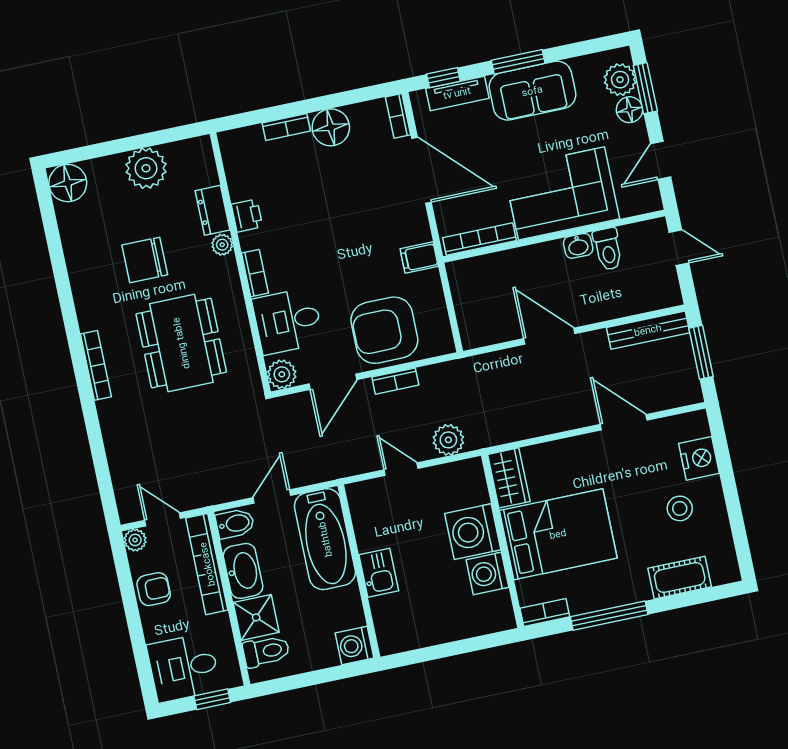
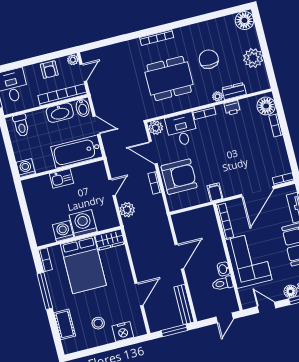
floor lamp: (331, 127) -> (266, 106), moved
armchair: (384, 330) -> (179, 177), turned 90
shower: (256, 617) -> (37, 120), removed

